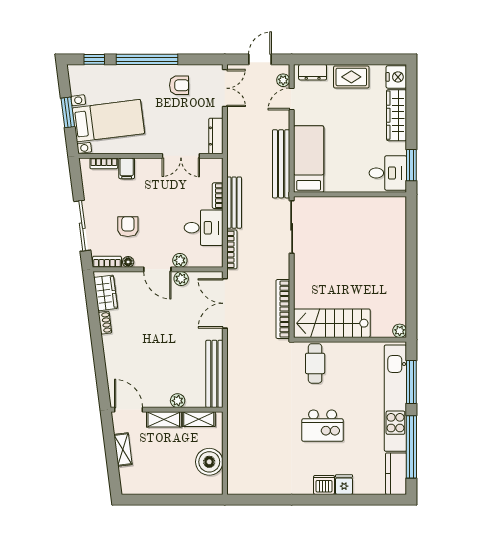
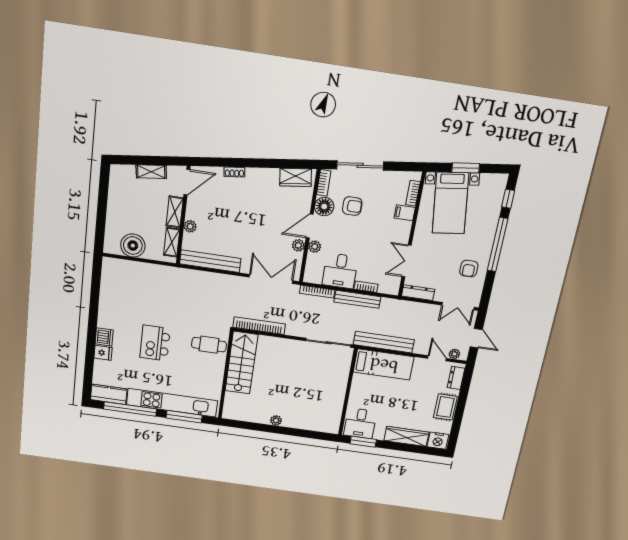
floor lamp: (128, 262) -> (324, 207), width x1.89, depth x1.89
shoe rack: (105, 323) -> (234, 172), moved
plant: (400, 331) -> (276, 420), moved

